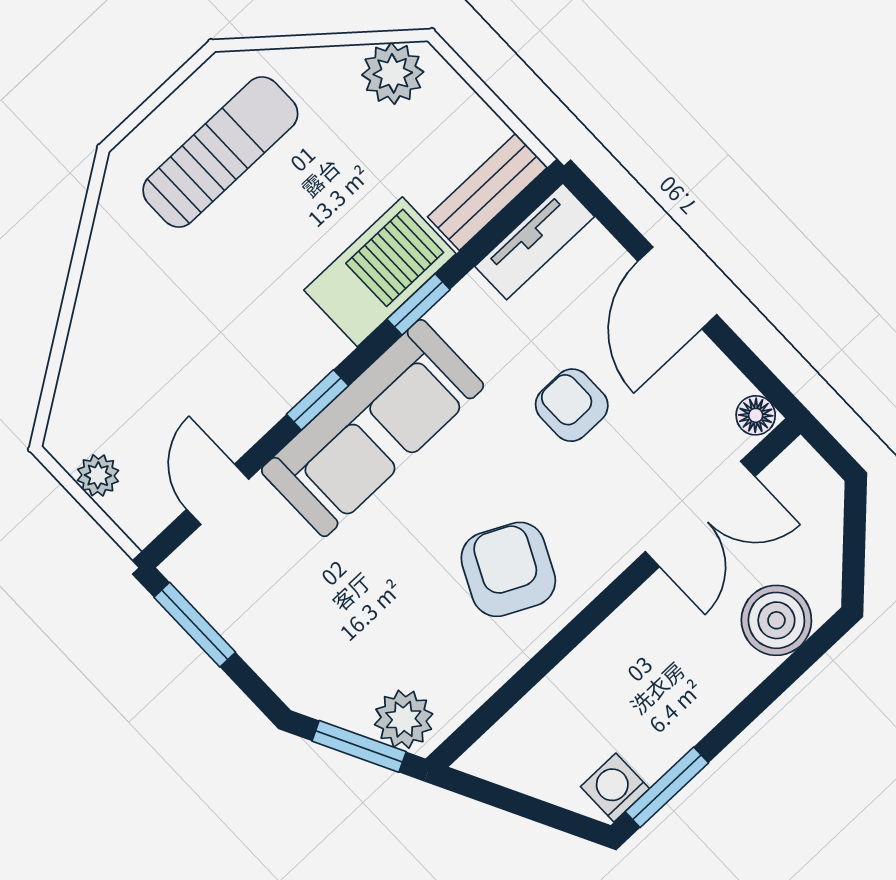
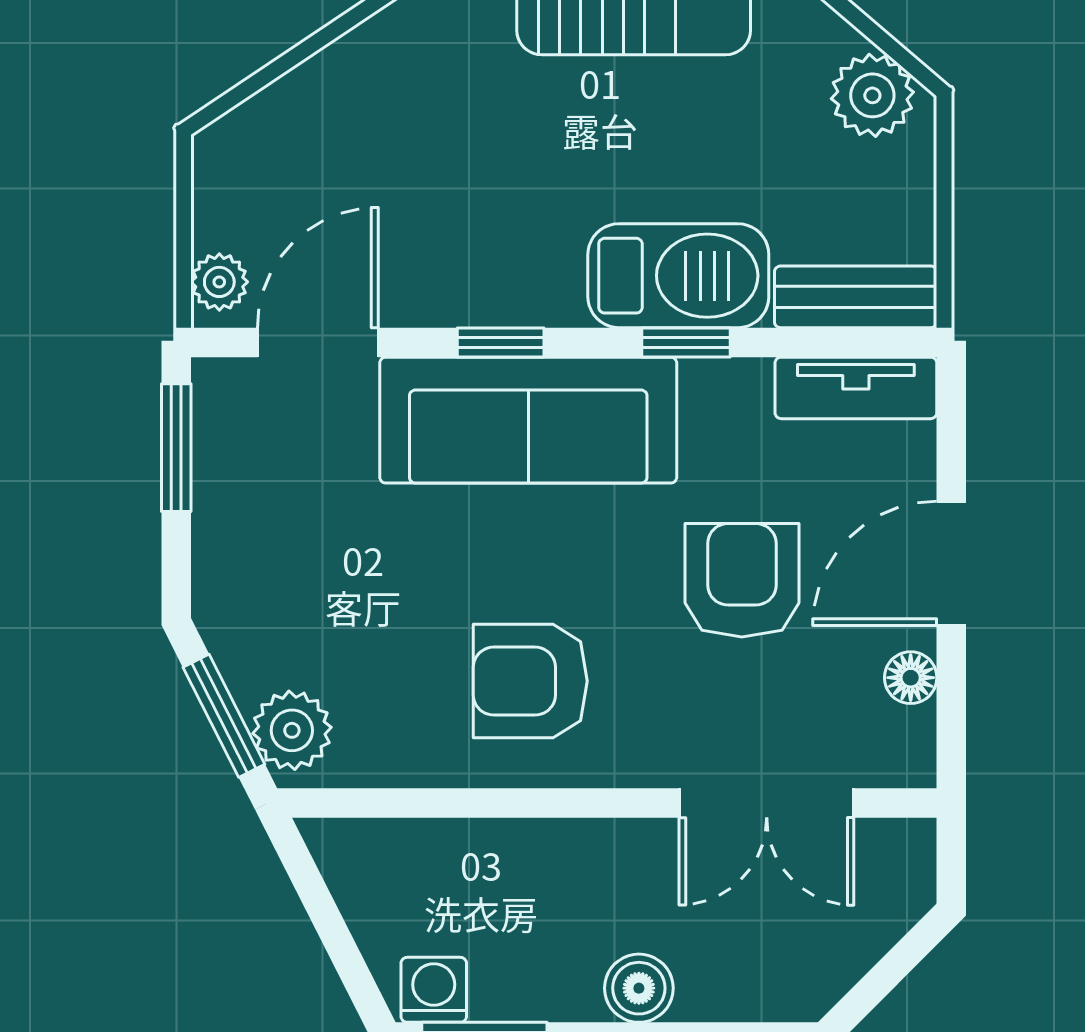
armchair: (572, 405) -> (742, 580), width x1.38, depth x1.38
floor lamp: (756, 415) -> (911, 678), moved
plant: (98, 475) -> (219, 282), moved
door: (218, 494) -> (318, 342), width x1.38
armchair: (508, 569) -> (530, 681), turned -116
boiler: (776, 620) -> (639, 988), moved, width x0.73, depth x0.73

